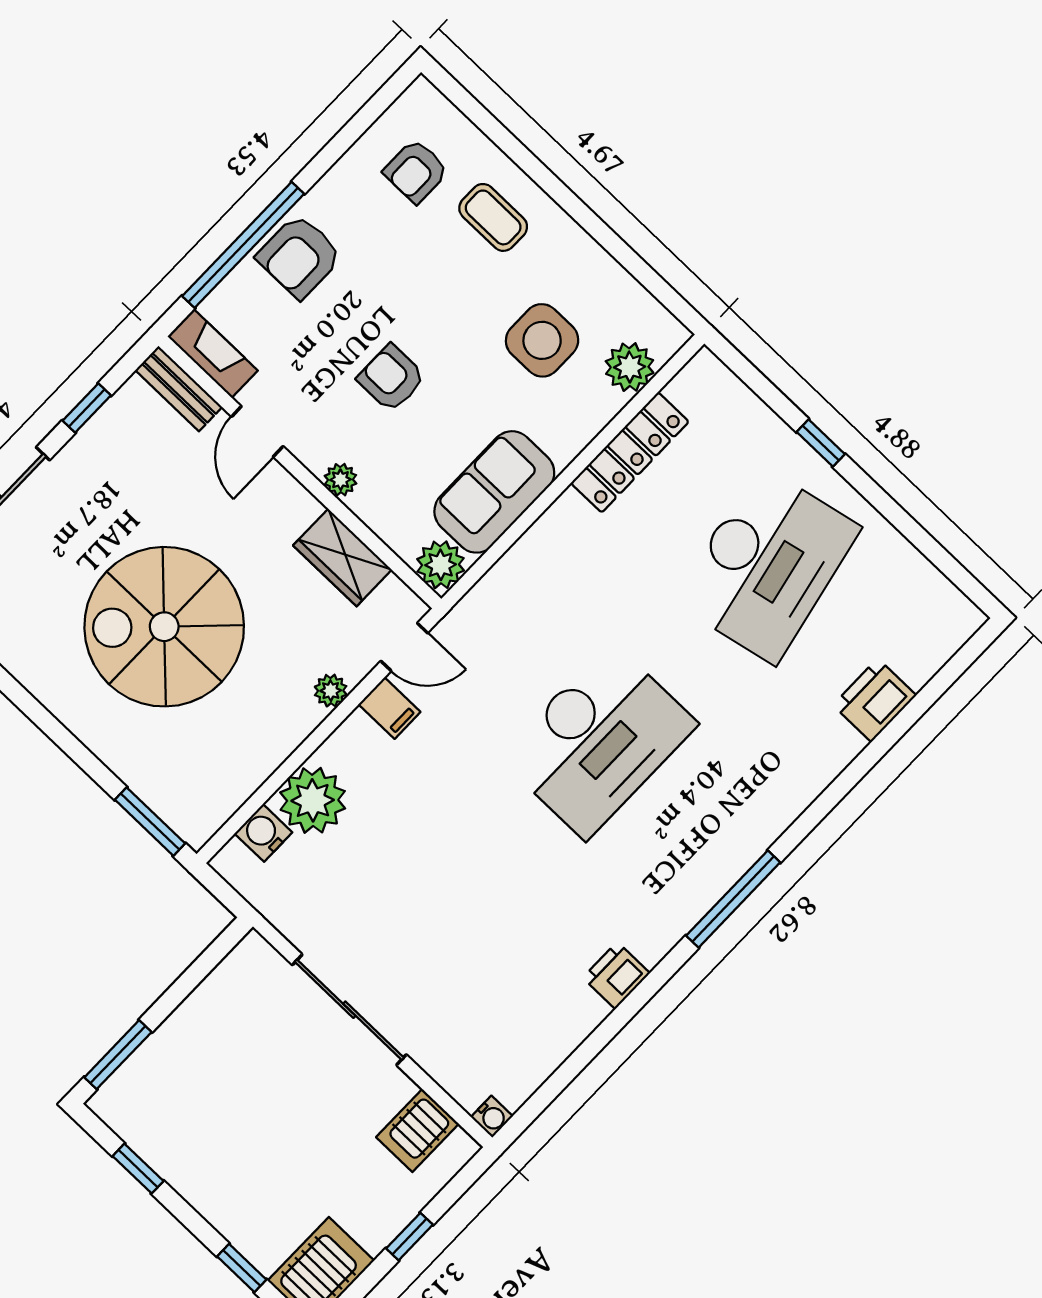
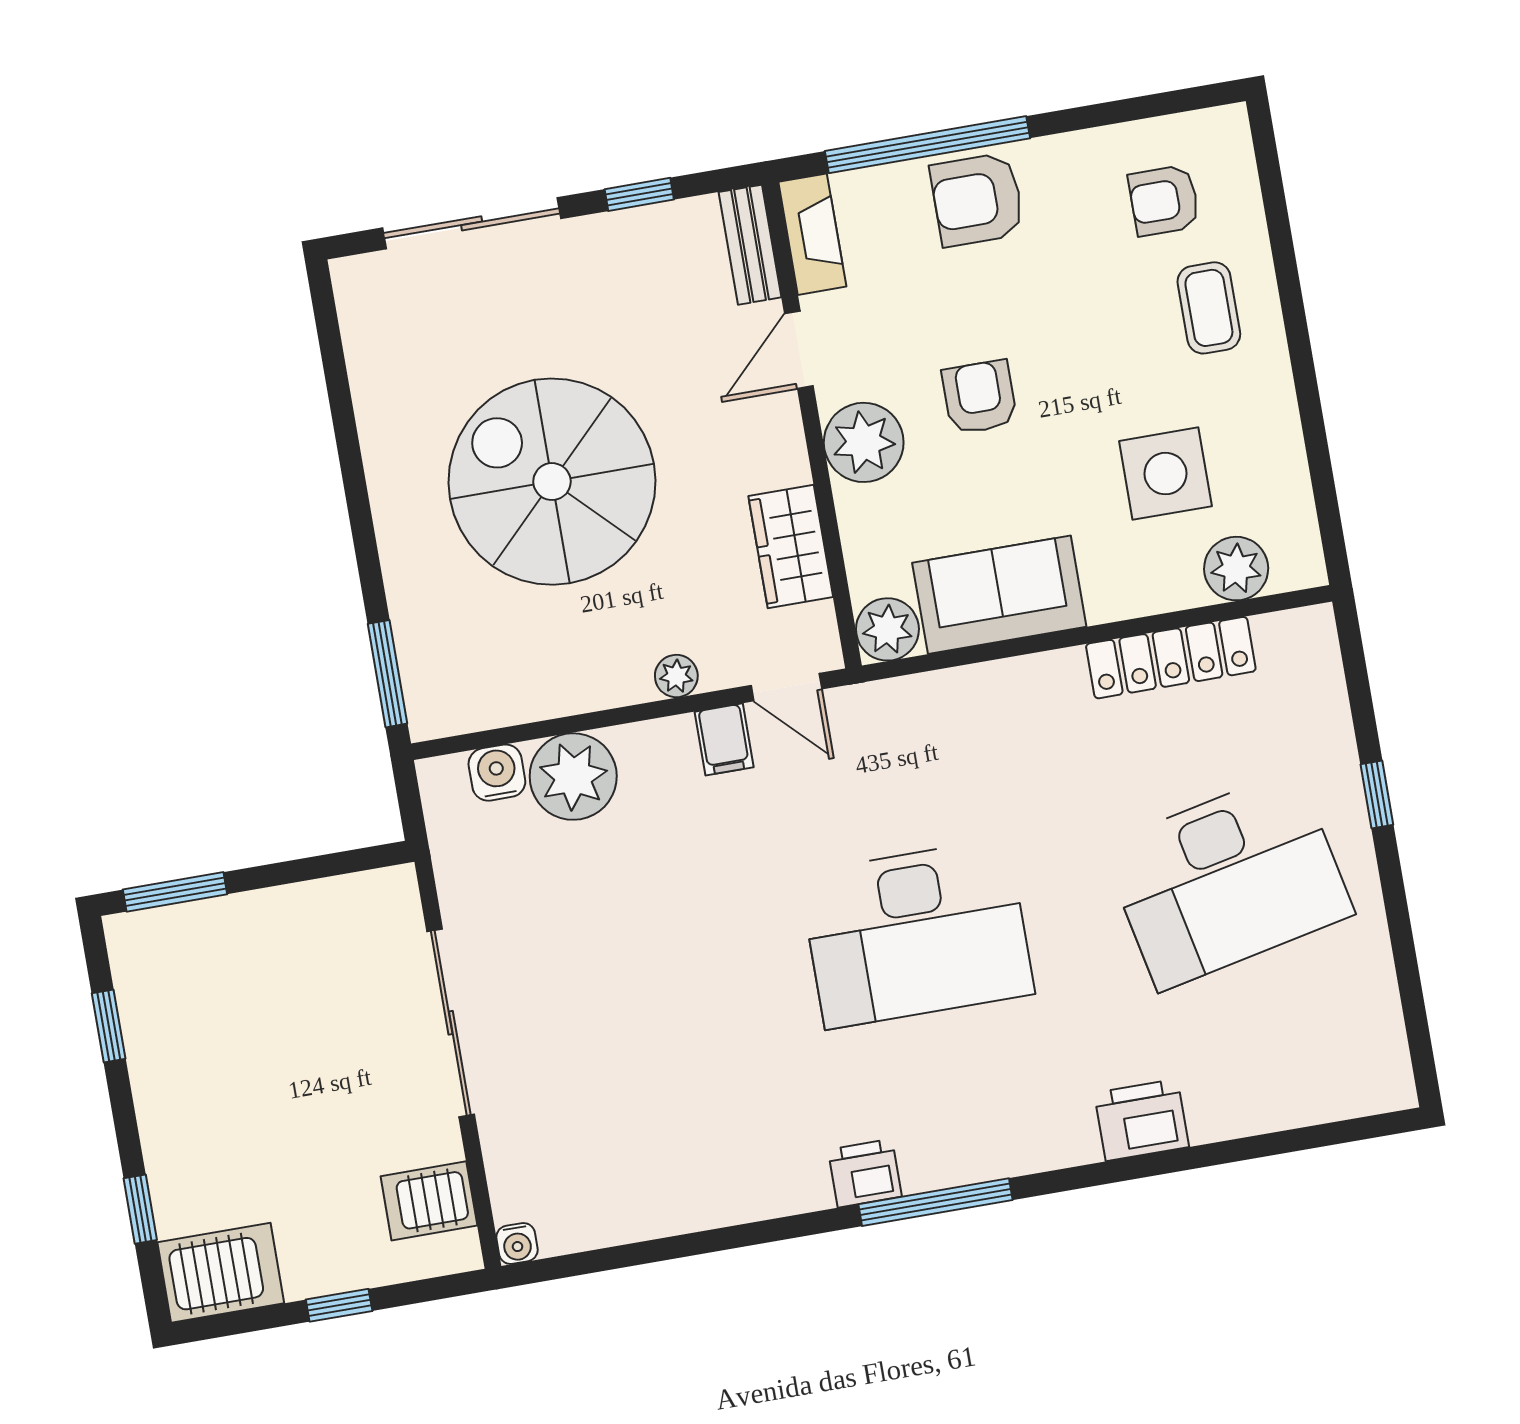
plant: (341, 480) -> (864, 442), width x1.87, depth x1.87
printer: (875, 700) -> (1142, 1120), moved
printer: (616, 975) -> (865, 1173), moved

